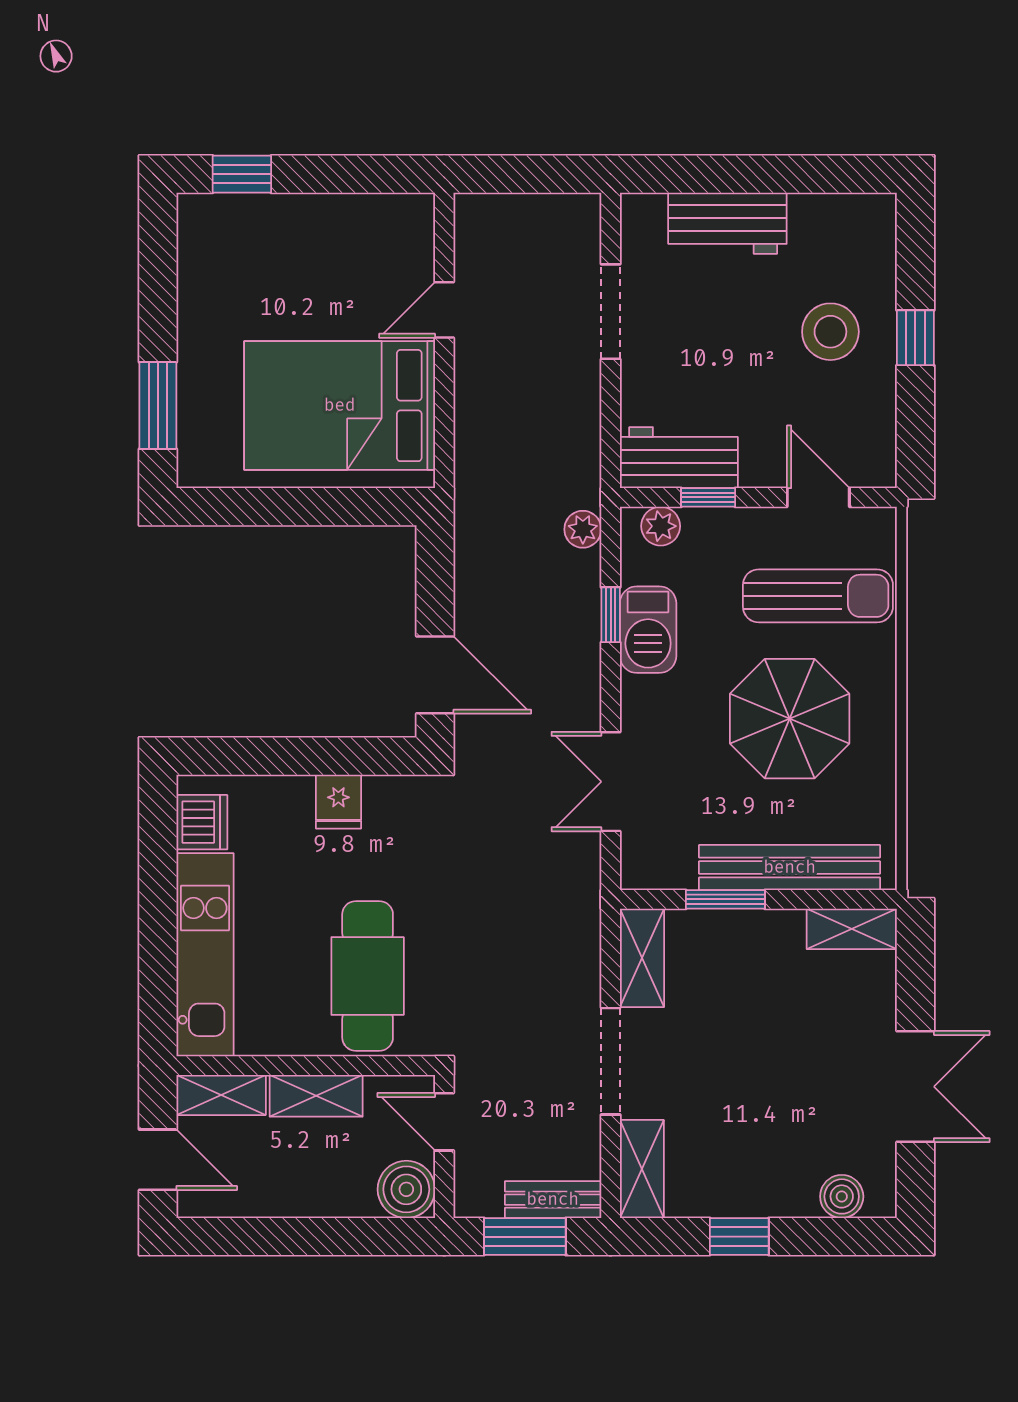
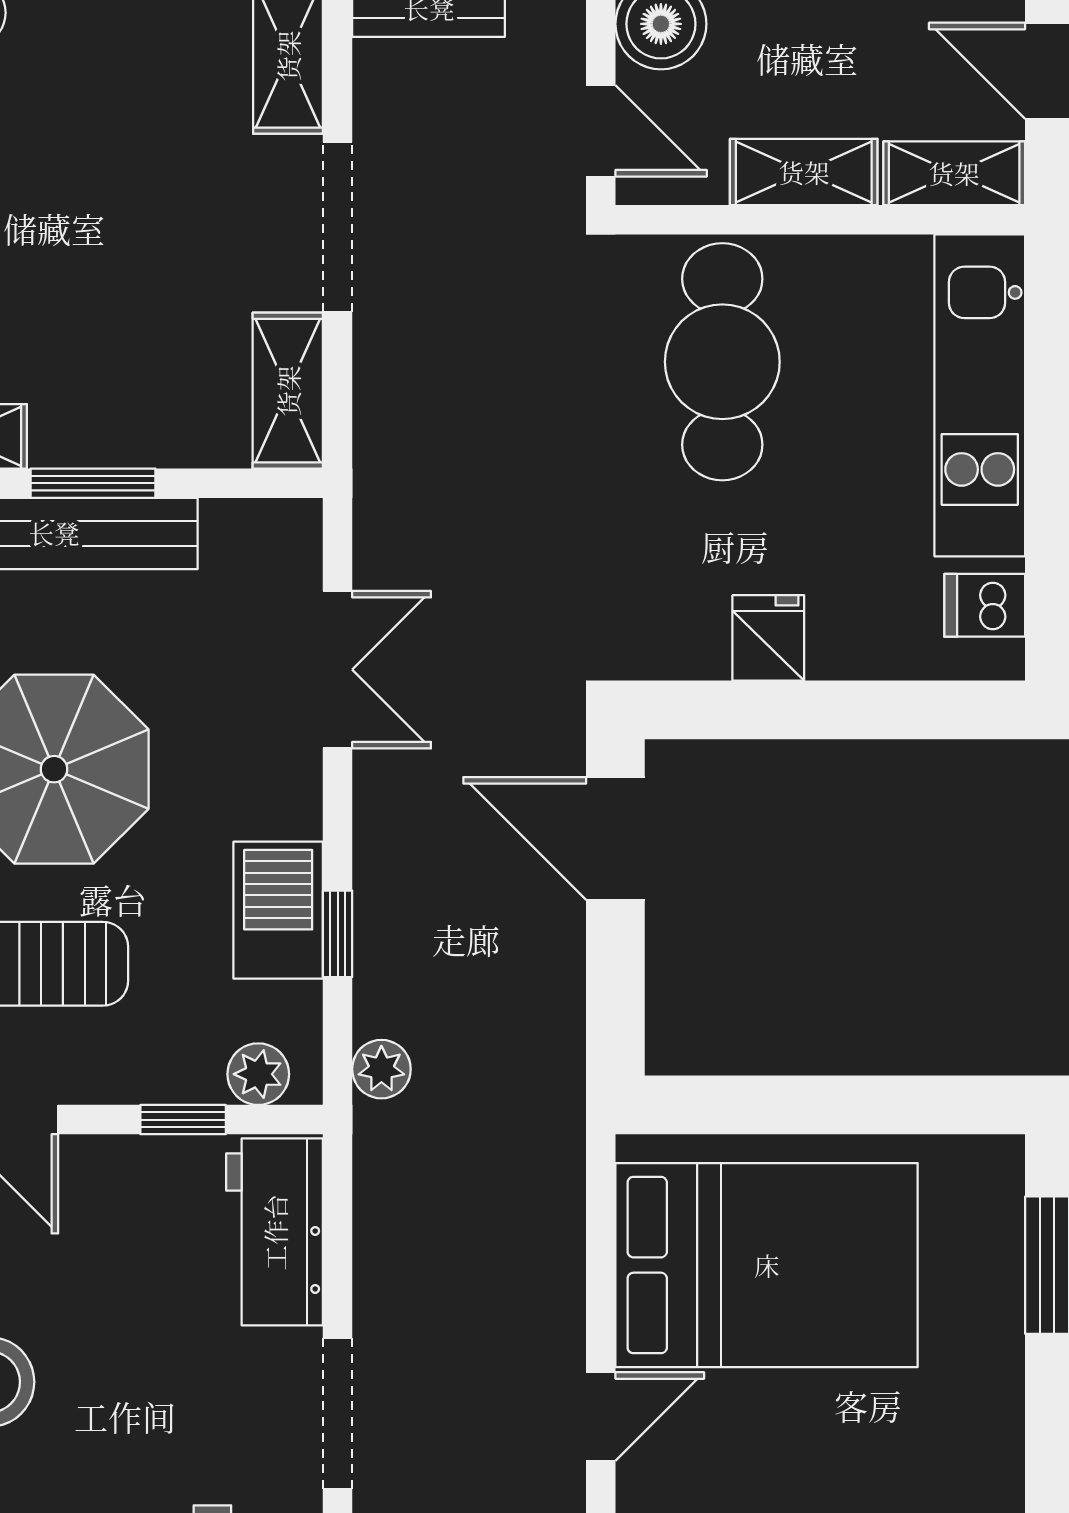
workbench: (679, 458) -> (275, 1232), moved, turned 90
dishwasher: (202, 822) -> (985, 605), width x0.73
window: (725, 899) -> (93, 483), moved

